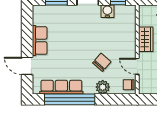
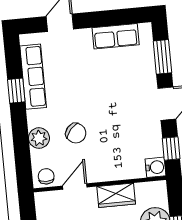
water cooler: (107, 11) -> (155, 167), moved
row of seats: (40, 41) -> (116, 36), moved
window: (70, 99) -> (16, 91), width x0.32

